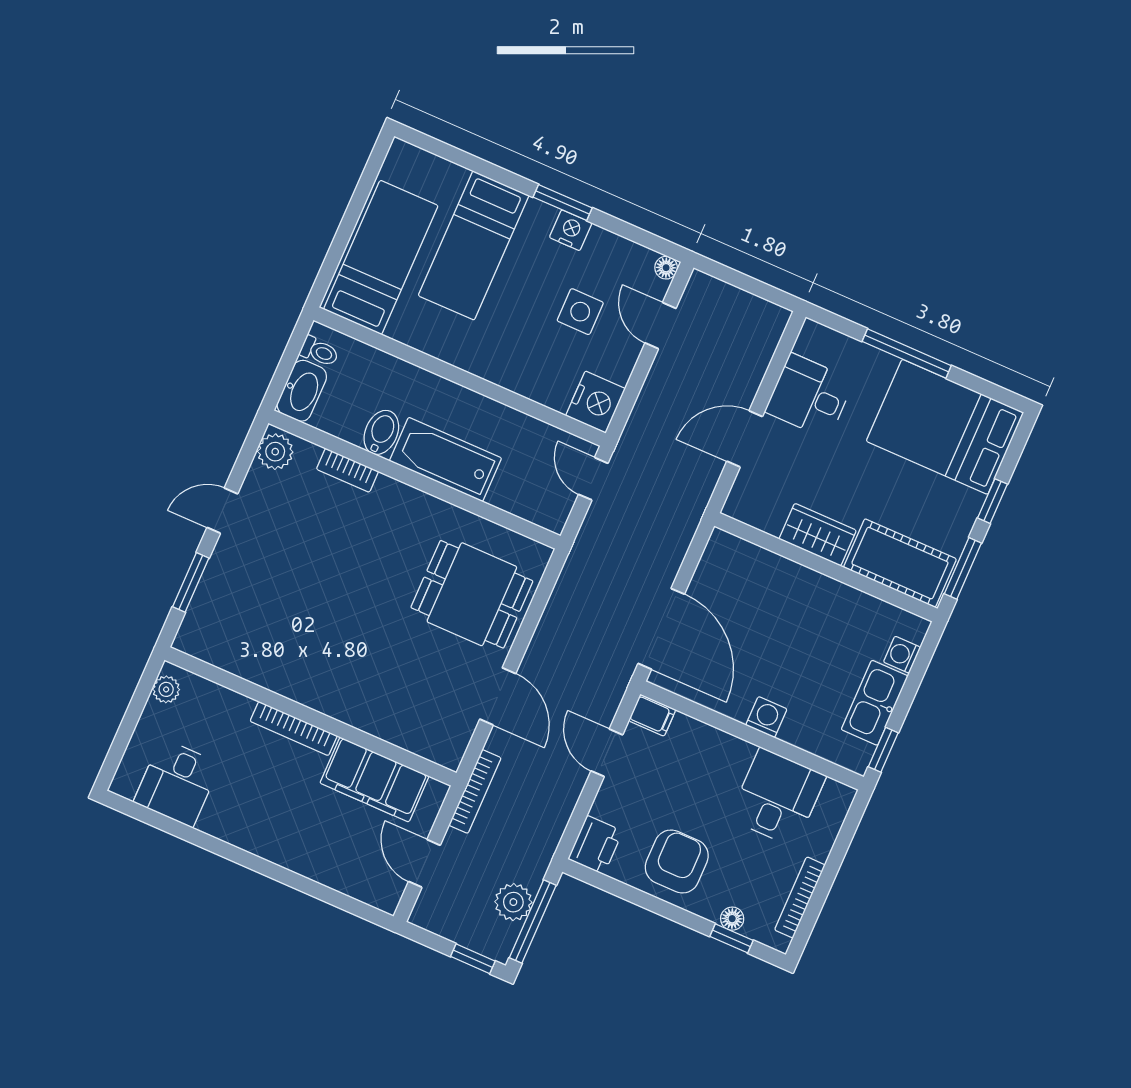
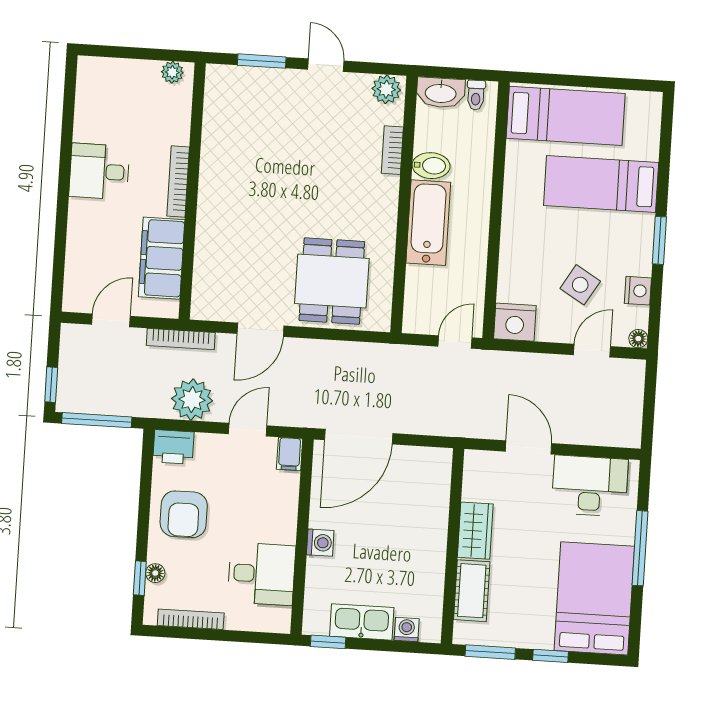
nightstand: (571, 230) -> (638, 291), moved
side table: (580, 312) -> (580, 285), turned 31
desk: (809, 396) -> (590, 486), width x1.37
cot: (900, 563) -> (472, 591), width x0.73, depth x0.75
desk: (177, 783) -> (99, 171), moved
armchair: (677, 861) -> (184, 514), turned 90
plant: (513, 902) -> (192, 400), moved, width x1.36, depth x1.36

